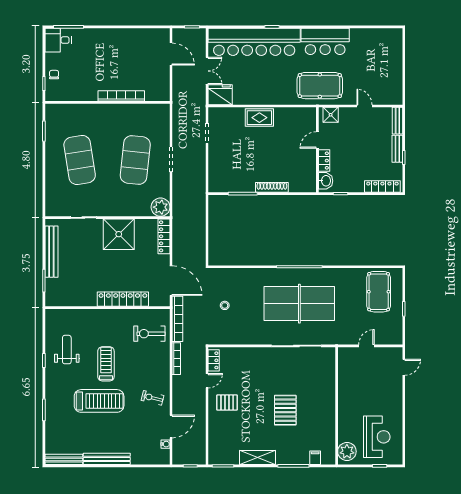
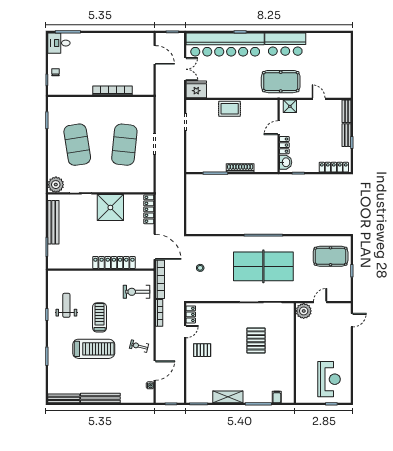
plant: (161, 207) -> (56, 185), moved
pool table: (379, 292) -> (331, 256), turned 90
pallet: (285, 410) -> (256, 340), moved
plant: (347, 451) -> (304, 311), moved

